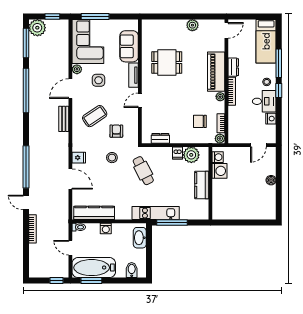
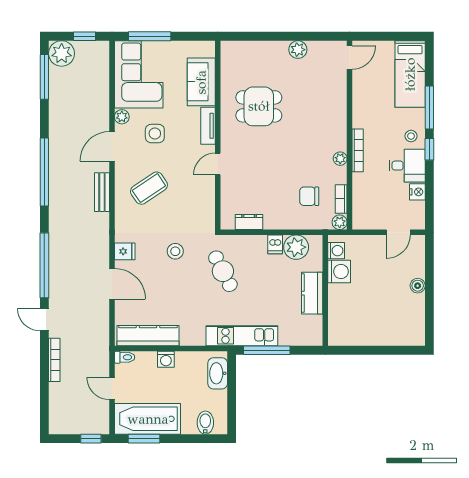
dresser: (233, 67) -> (360, 113), removed
piano: (216, 72) -> (334, 120), removed
window: (26, 91) -> (44, 172), moved
armchair: (116, 131) -> (182, 211), removed

